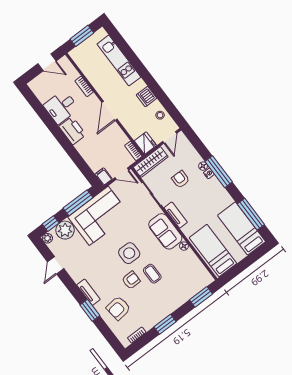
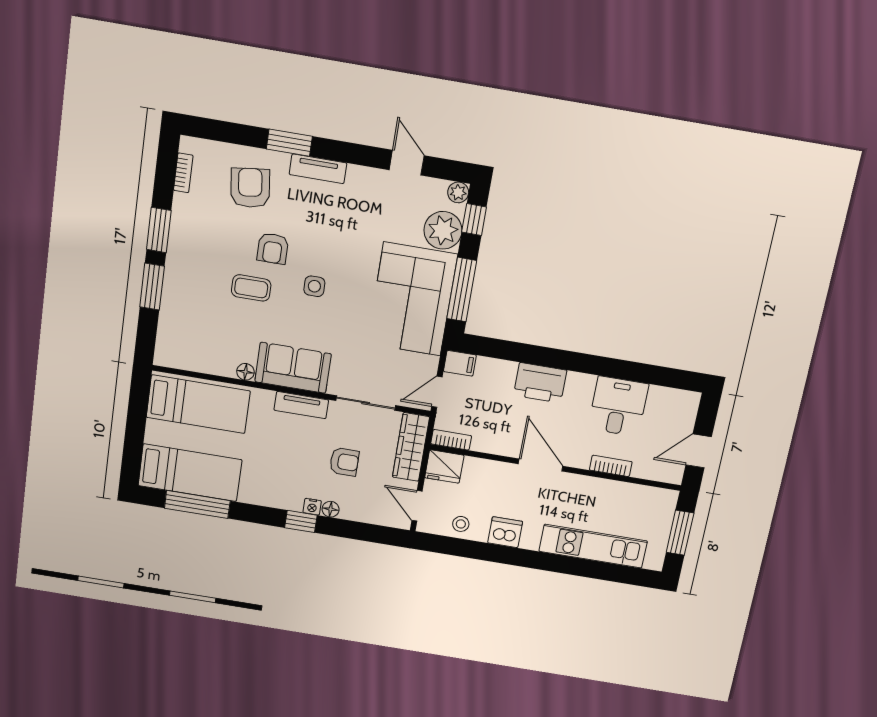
printer: (72, 131) -> (540, 383), moved
window: (219, 172) -> (301, 521), width x0.46
side table: (129, 253) -> (314, 286), width x0.54, depth x0.54
window: (201, 297) -> (152, 287), moved

